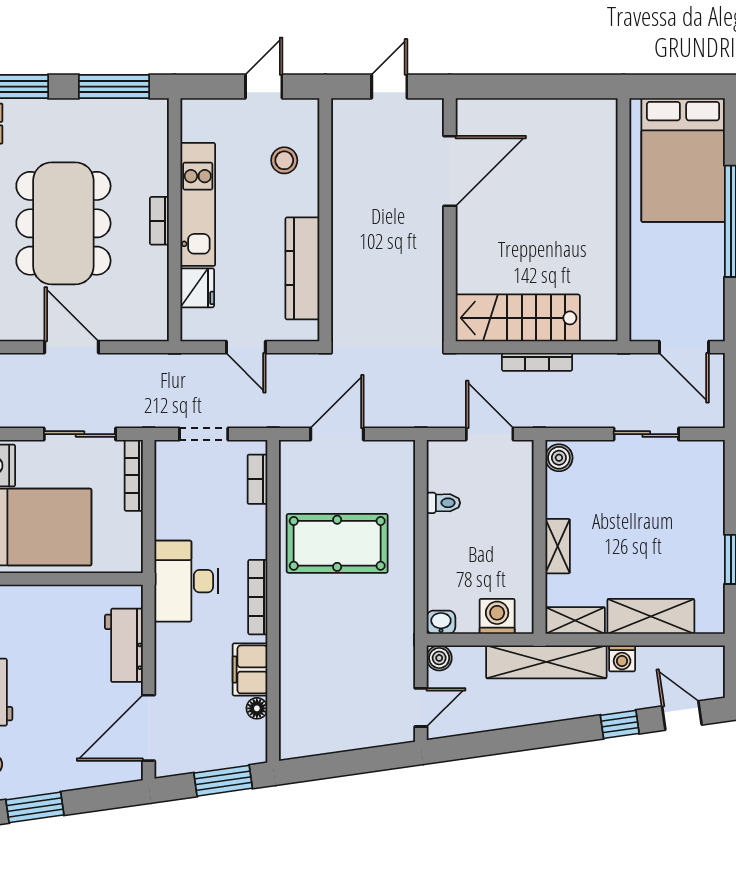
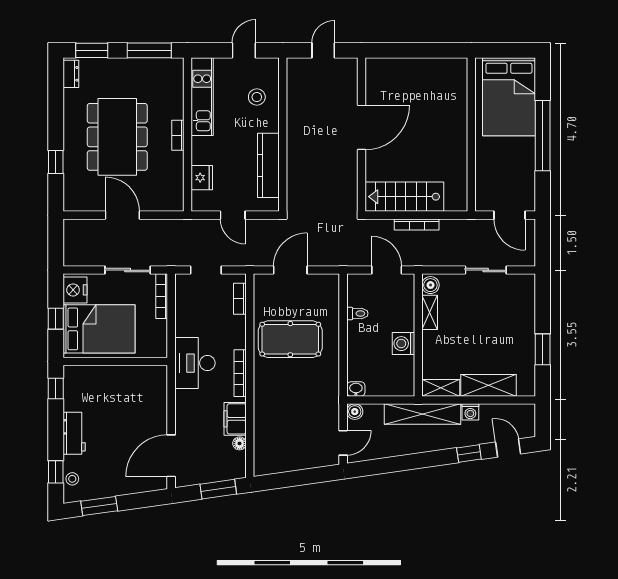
door: (450, 171) -> (361, 127), moved
kitchen unit: (198, 204) -> (202, 97), moved
shelving: (558, 546) -> (430, 312), moved
washing machine: (497, 616) -> (403, 344), moved, turned -90
workbench: (124, 645) -> (155, 404), removed

